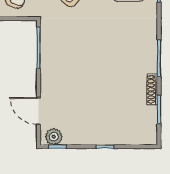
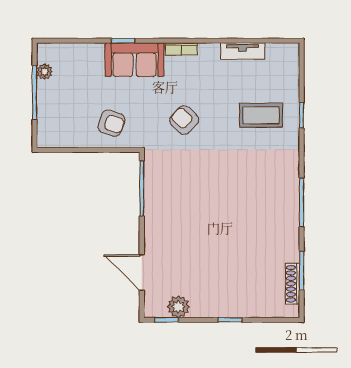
shoe rack: (152, 89) -> (293, 284), moved
plant: (54, 137) -> (178, 307), moved

